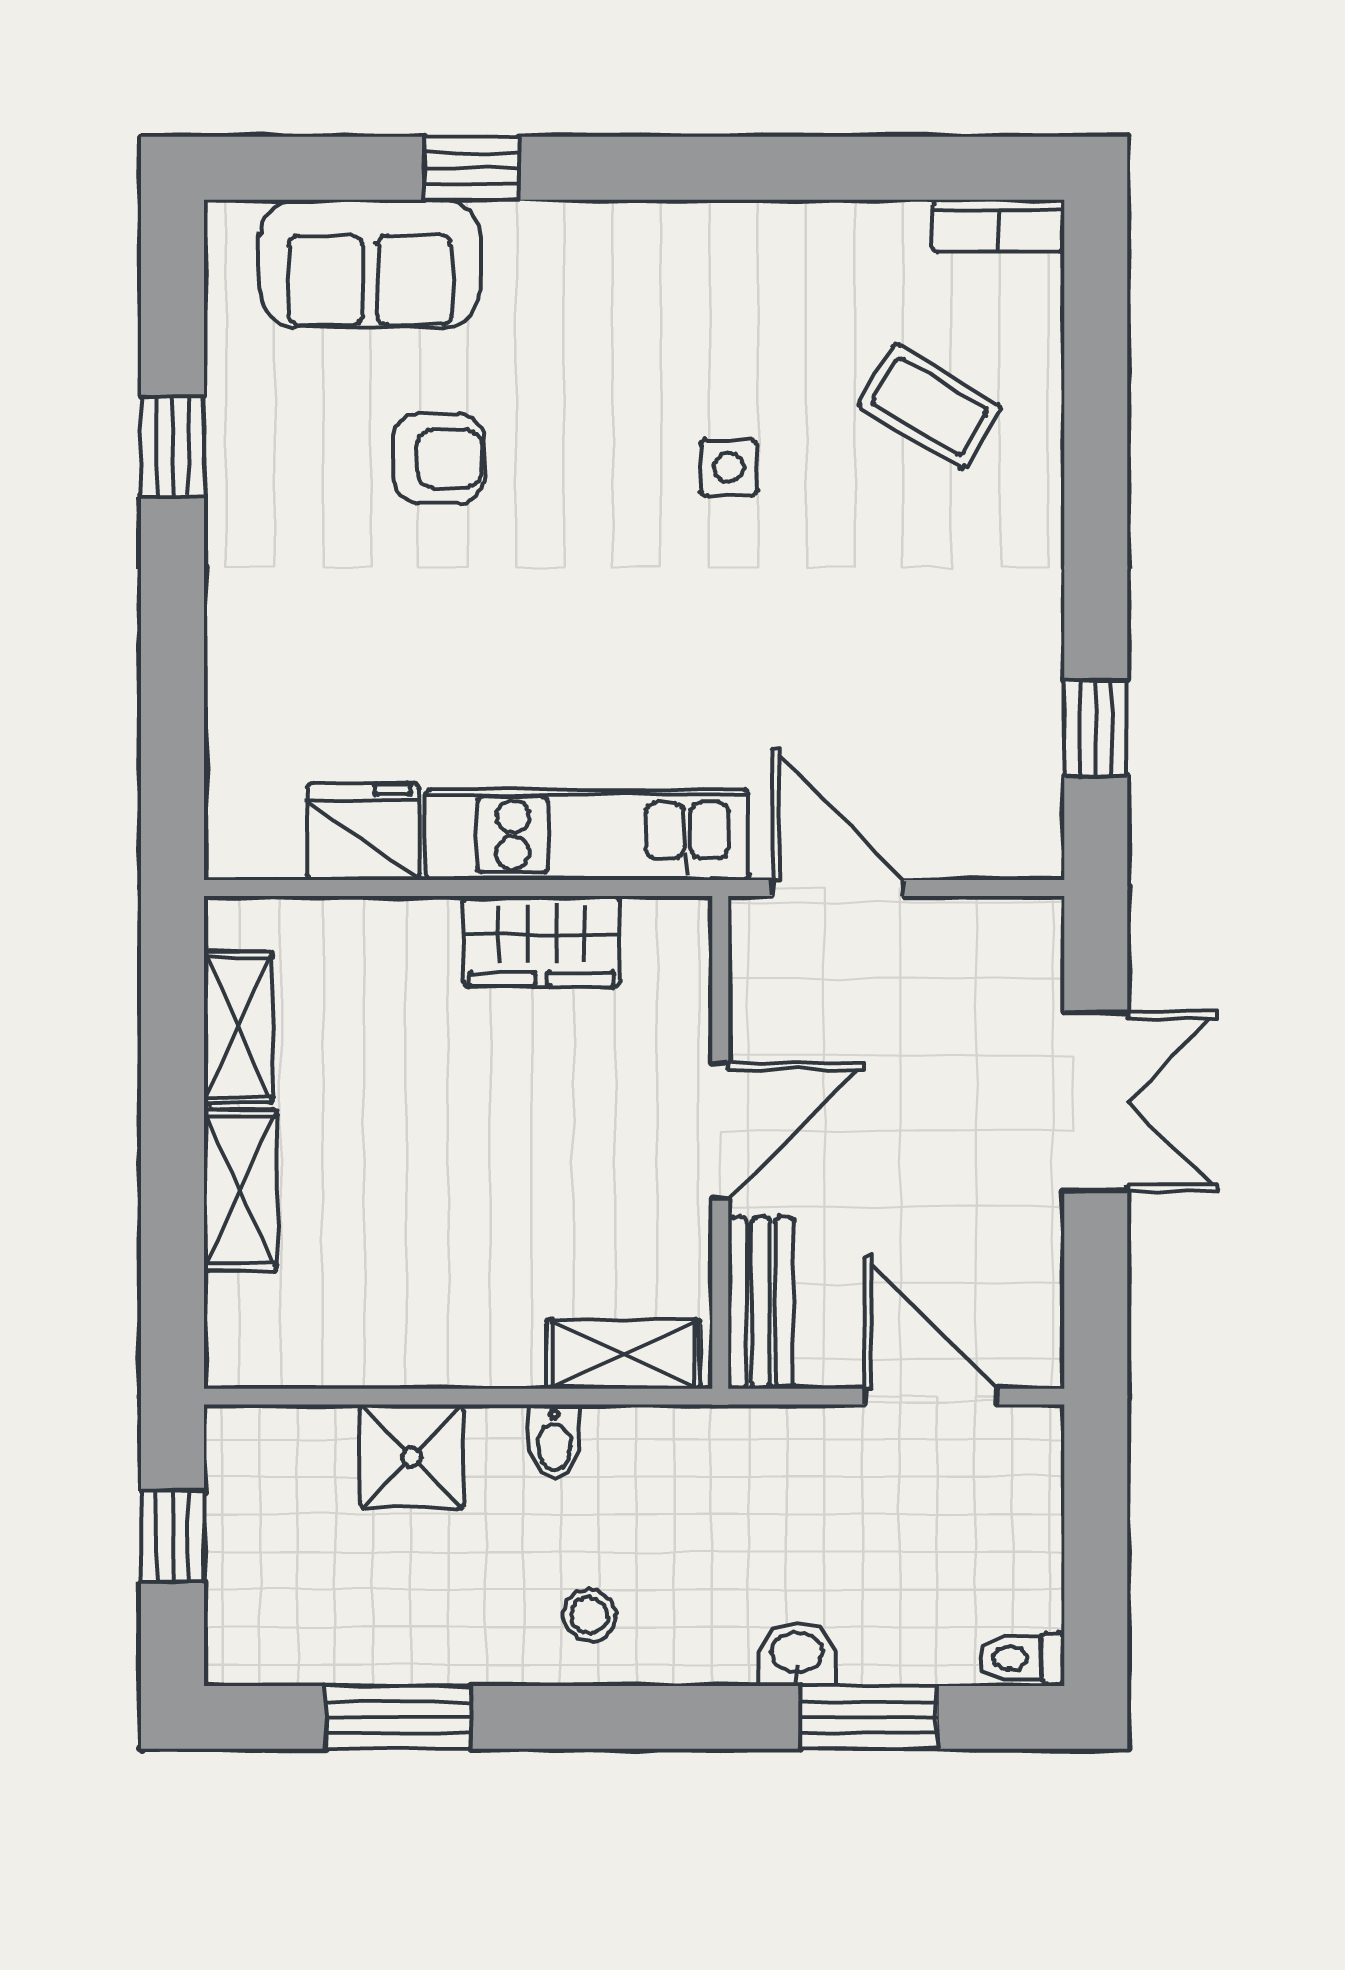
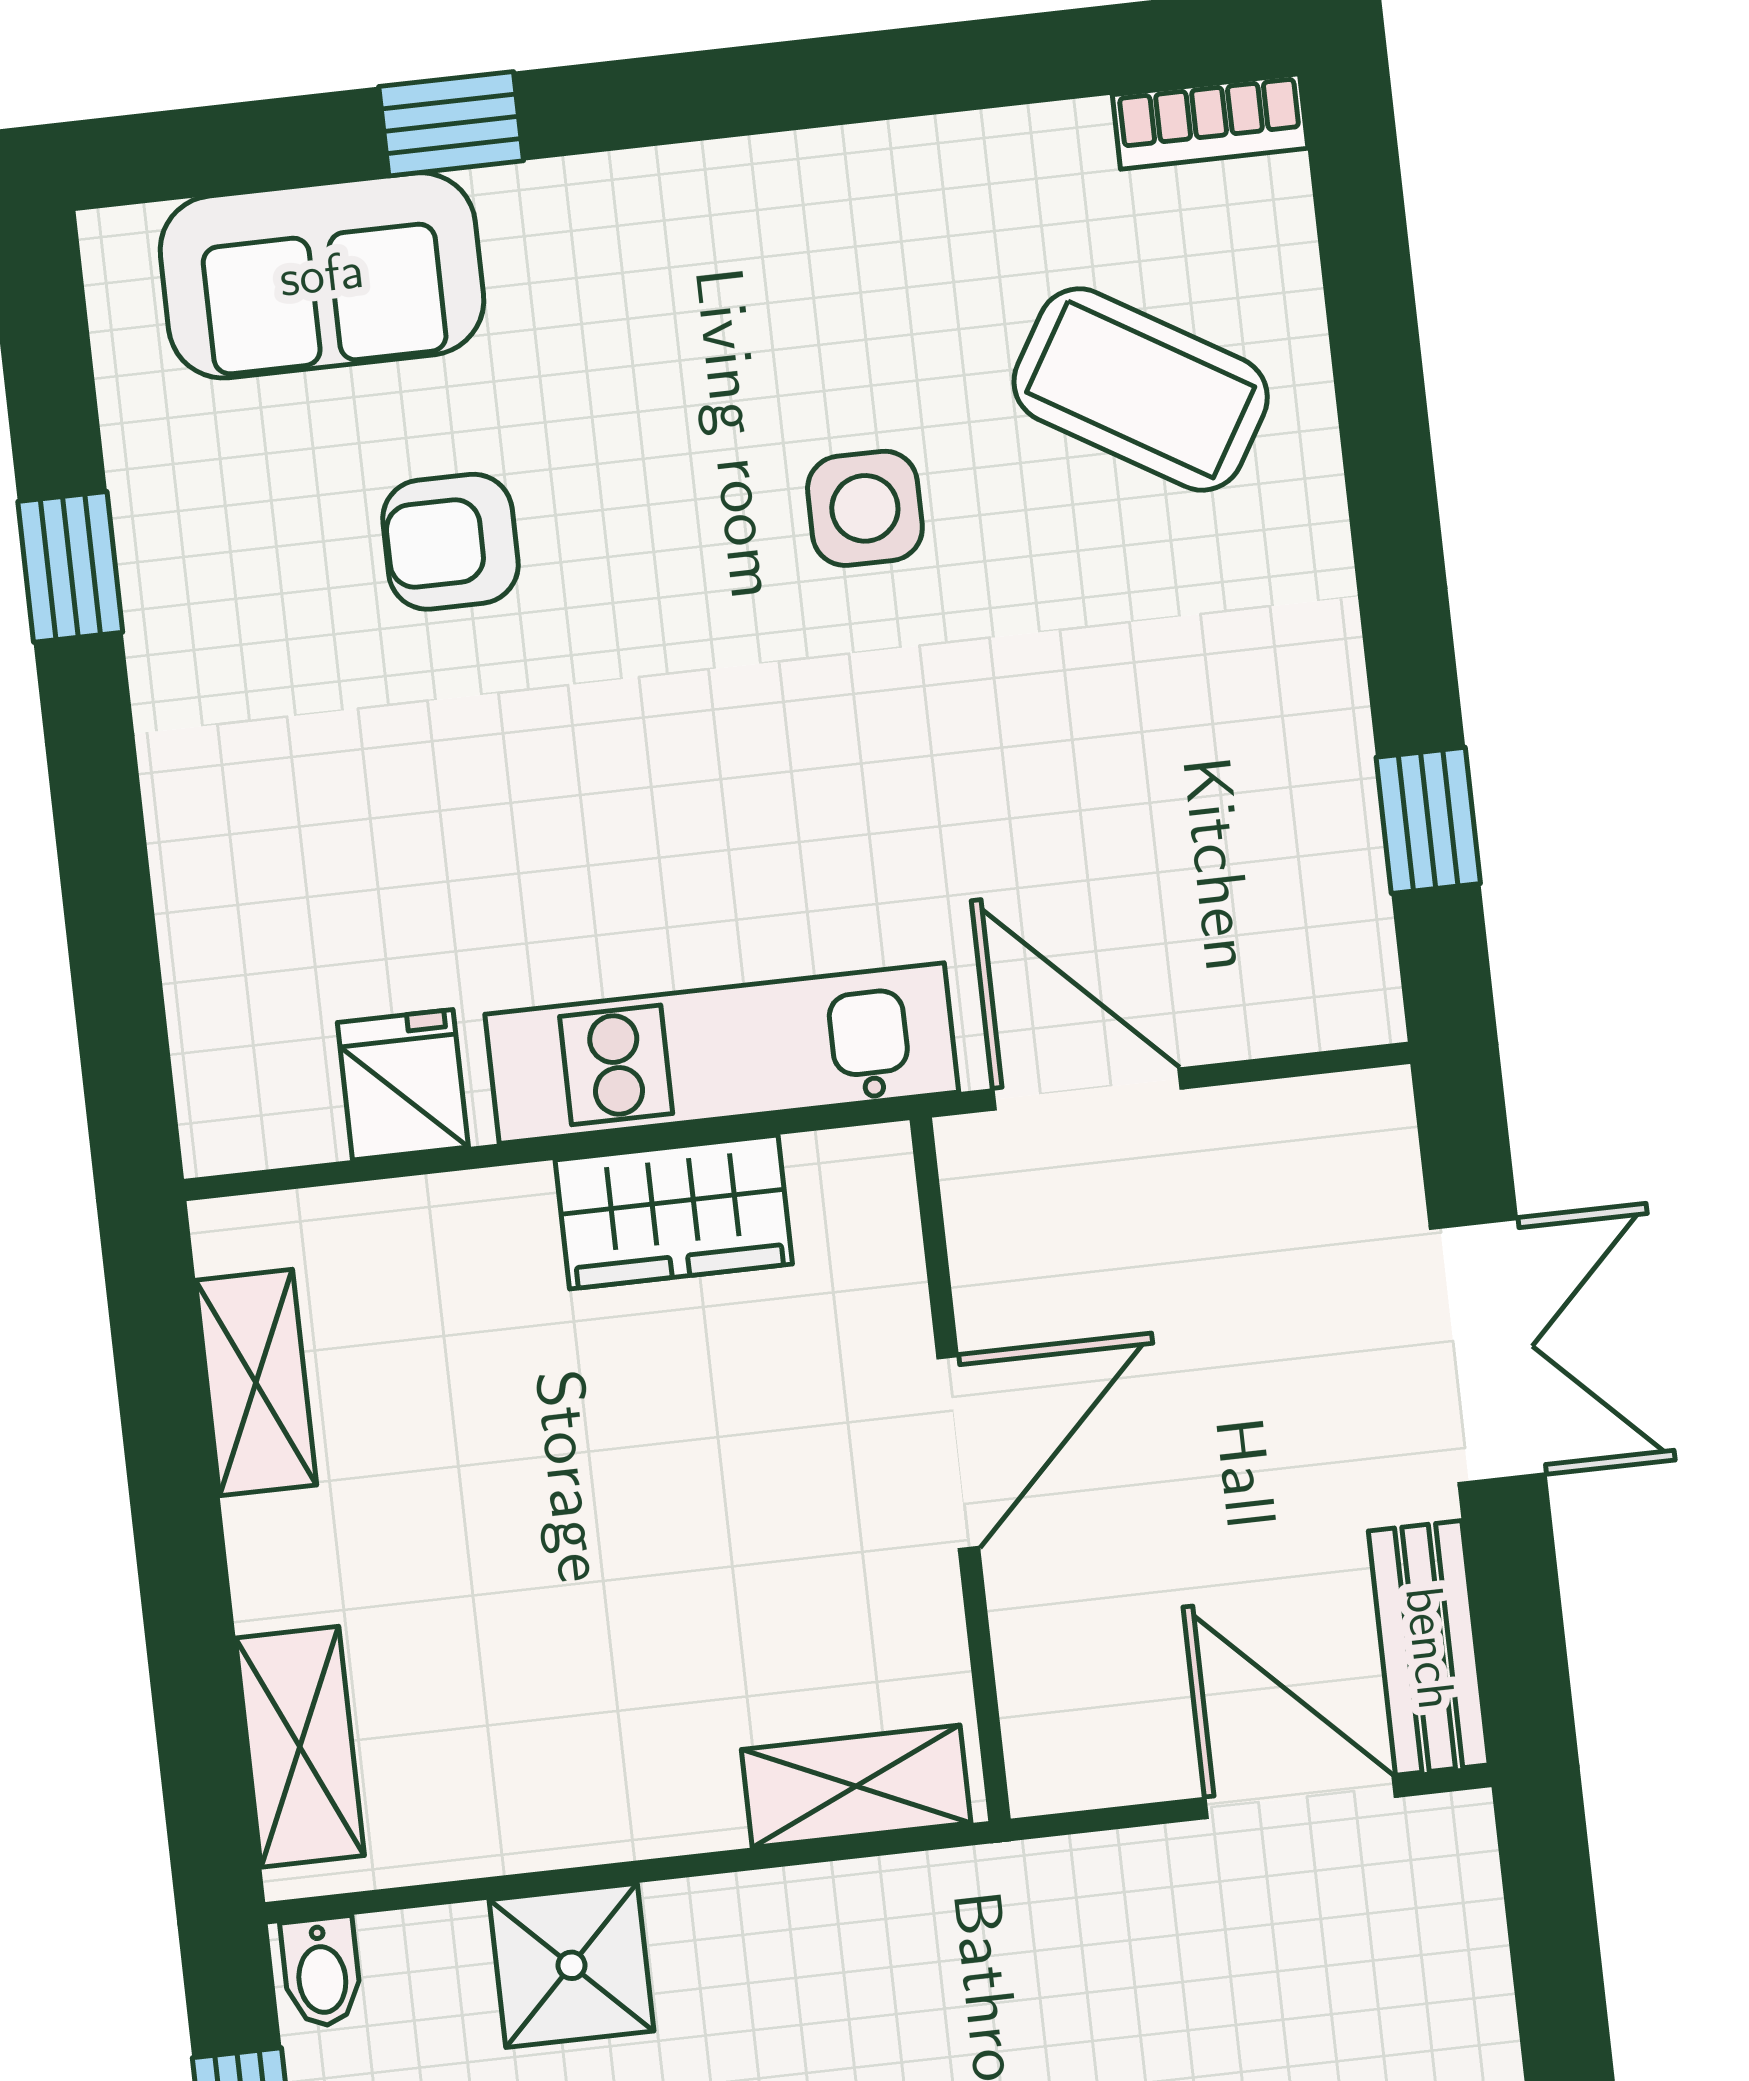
coffee table: (930, 407) -> (1141, 389), width x1.36, depth x1.30
armchair: (438, 459) -> (450, 542), turned 180
side table: (729, 468) -> (865, 508), width x1.37, depth x1.37
fridge: (363, 832) -> (403, 1085), width x0.72
shelving: (240, 1190) -> (300, 1747), moved
bench: (761, 1303) -> (1429, 1648), moved
bidet: (554, 1442) -> (322, 1972), moved

